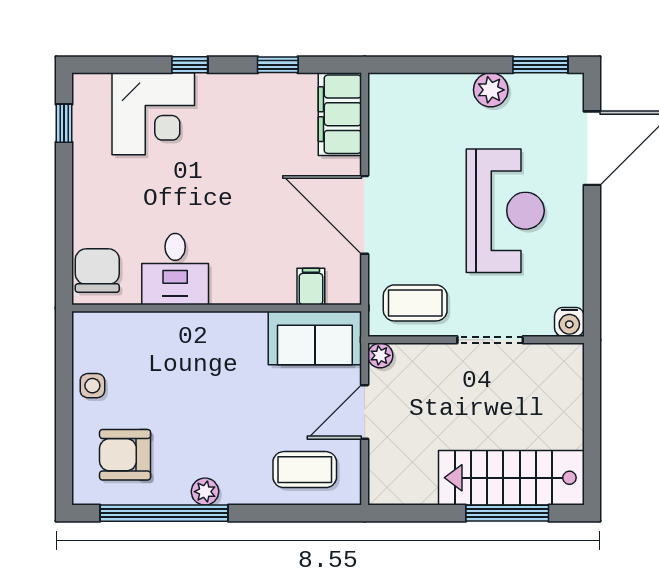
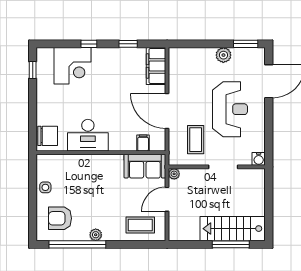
desk: (175, 269) -> (88, 135), width x1.37
chair: (97, 270) -> (48, 136), turned 90
coffee table: (415, 303) -> (196, 140), moved, turned 90

